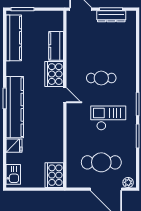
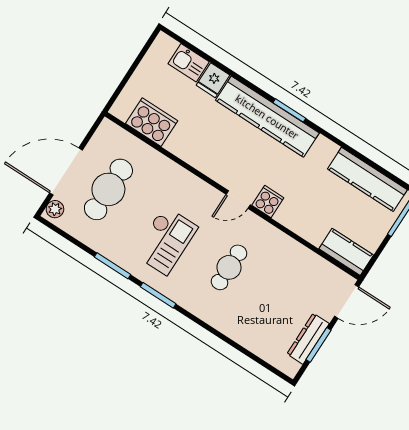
kitchen counter: (56, 46) -> (346, 252), moved
cooker: (54, 74) -> (268, 201), width x0.53, depth x0.76
kitchen sink: (13, 174) -> (189, 63), moved
cooker: (54, 175) -> (152, 122), moved

